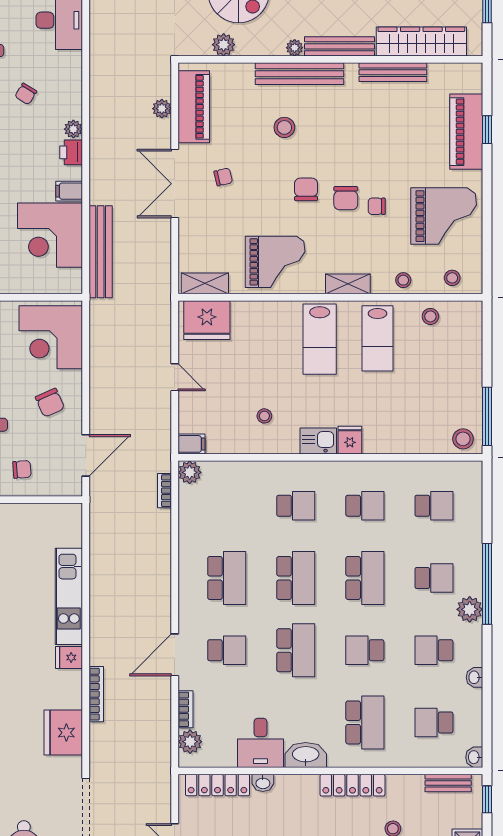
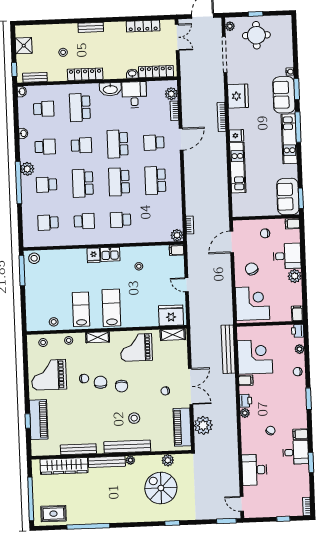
plant: (162, 109) -> (203, 425), width x1.87, depth x1.87
school desk: (365, 506) -> (84, 221), turned 180

